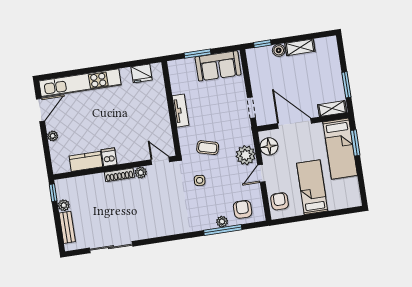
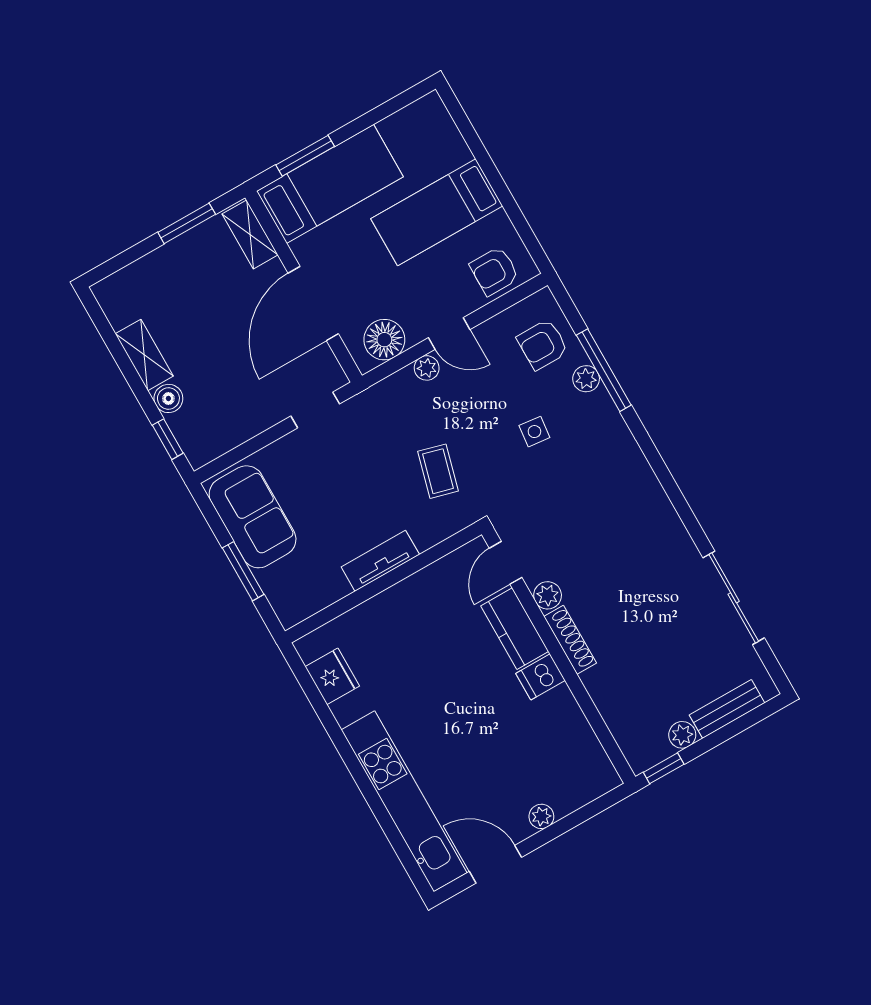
plant: (246, 155) -> (427, 368), width x0.53, depth x0.53
kitchen counter: (86, 161) -> (515, 629), moved
side table: (200, 180) -> (534, 432), moved

